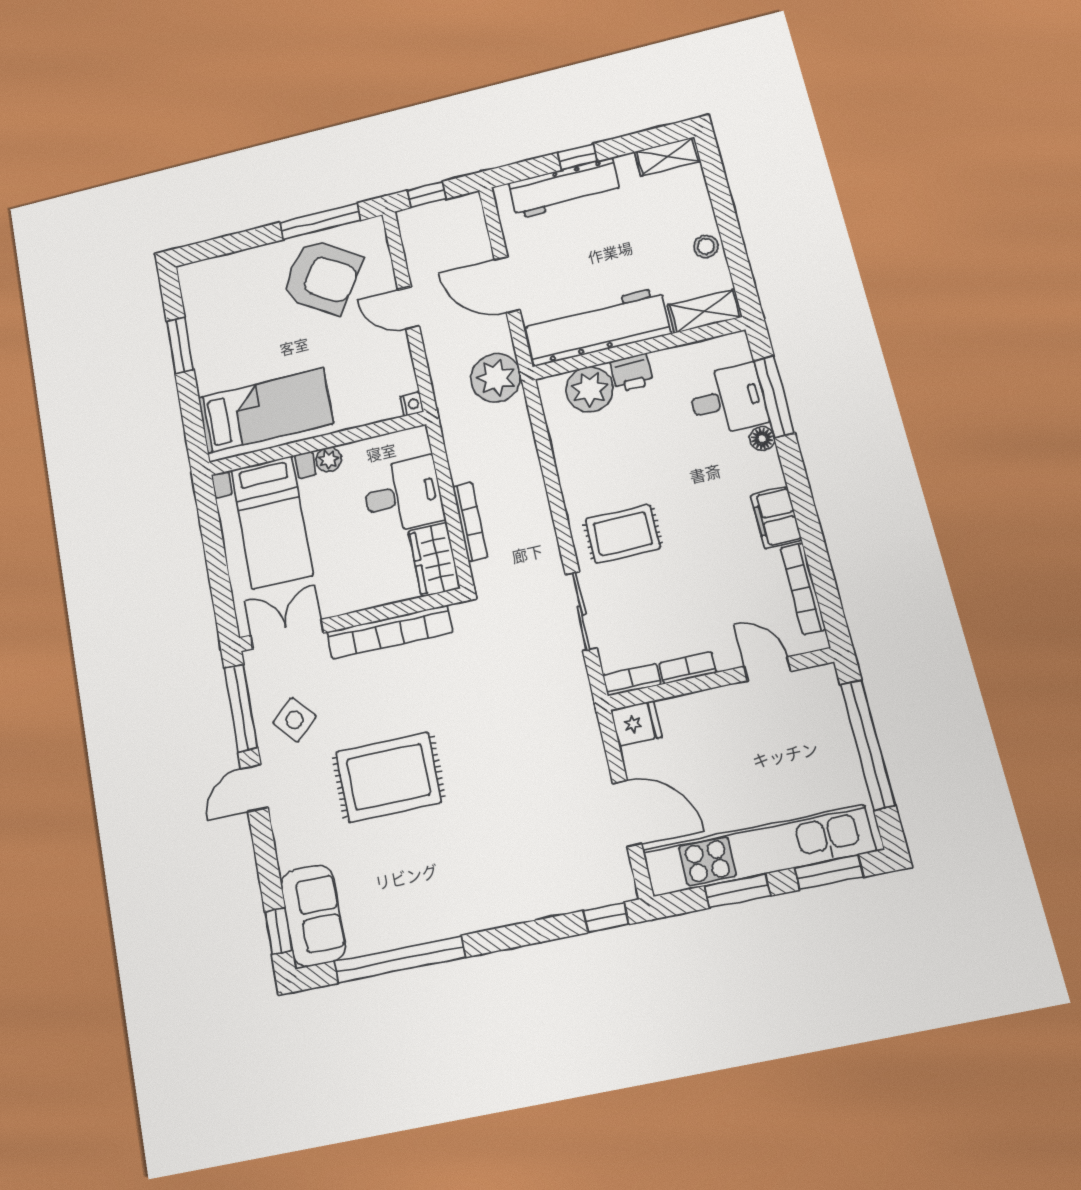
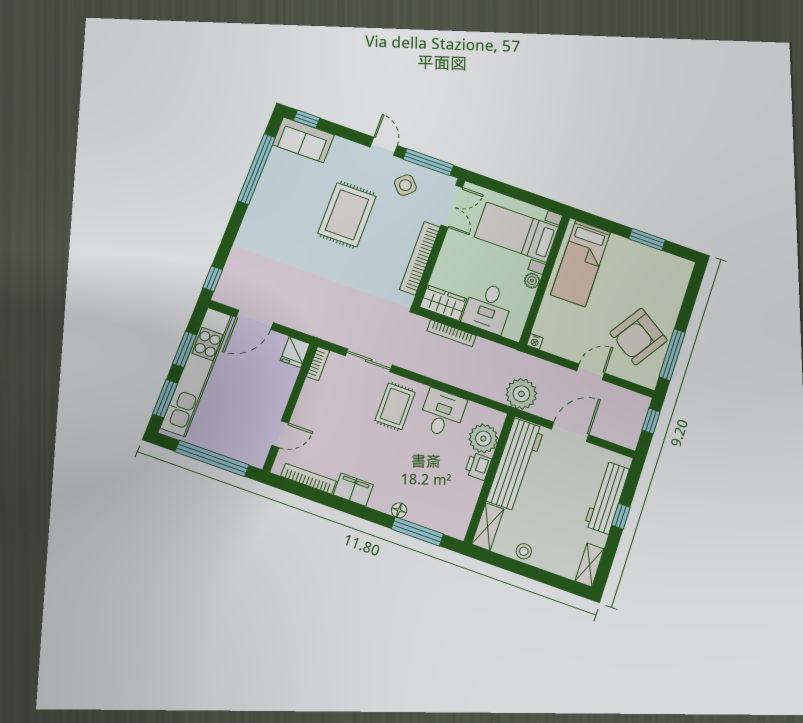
desk: (728, 399) -> (442, 413), moved, turned 180
bookcase: (688, 668) -> (306, 395), removed

